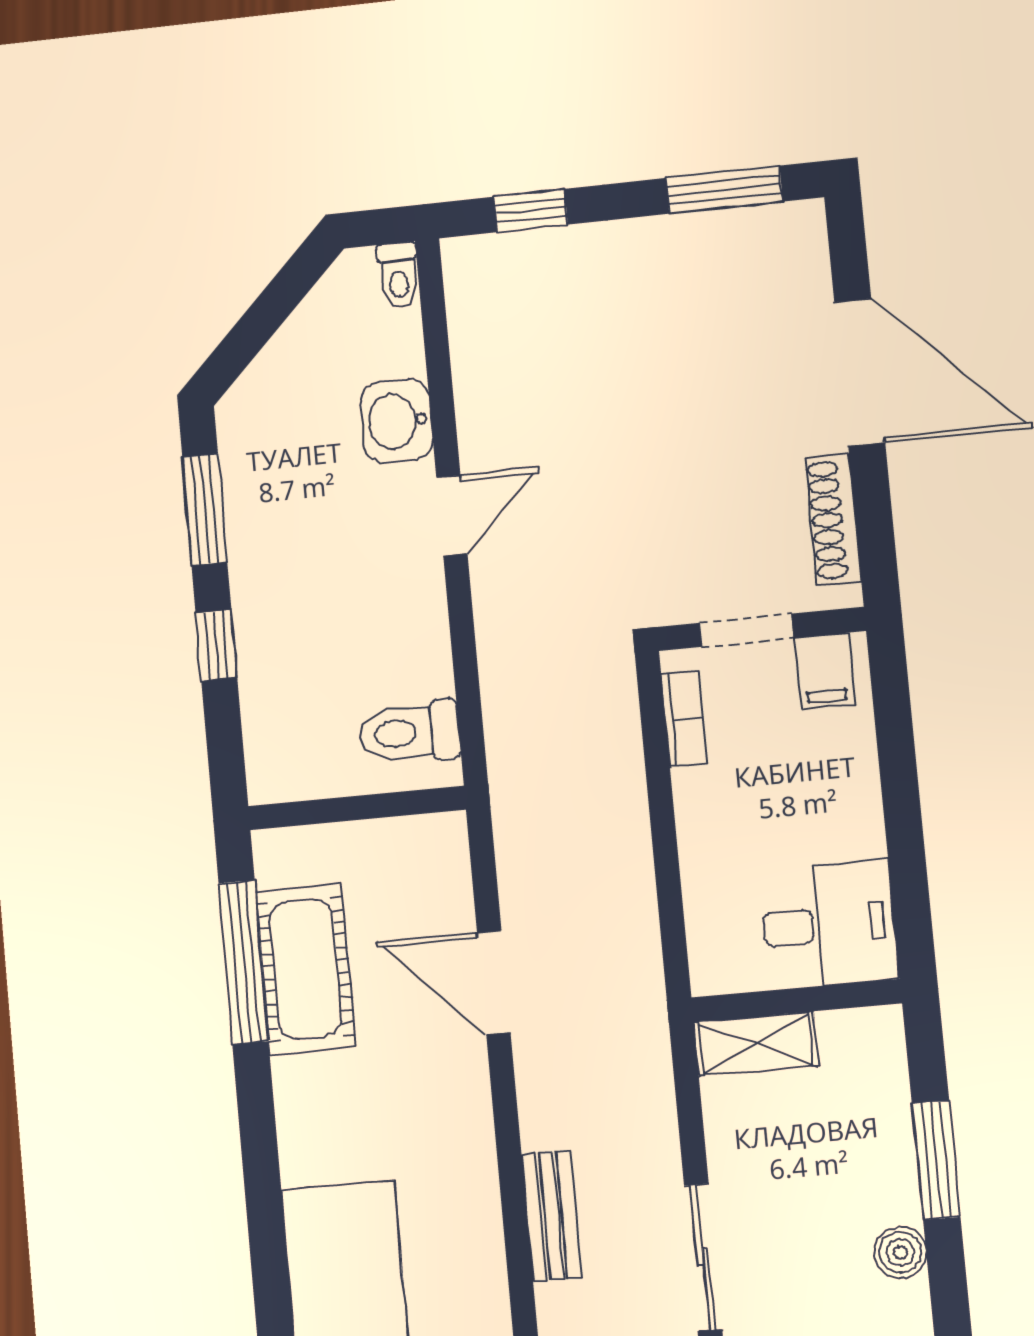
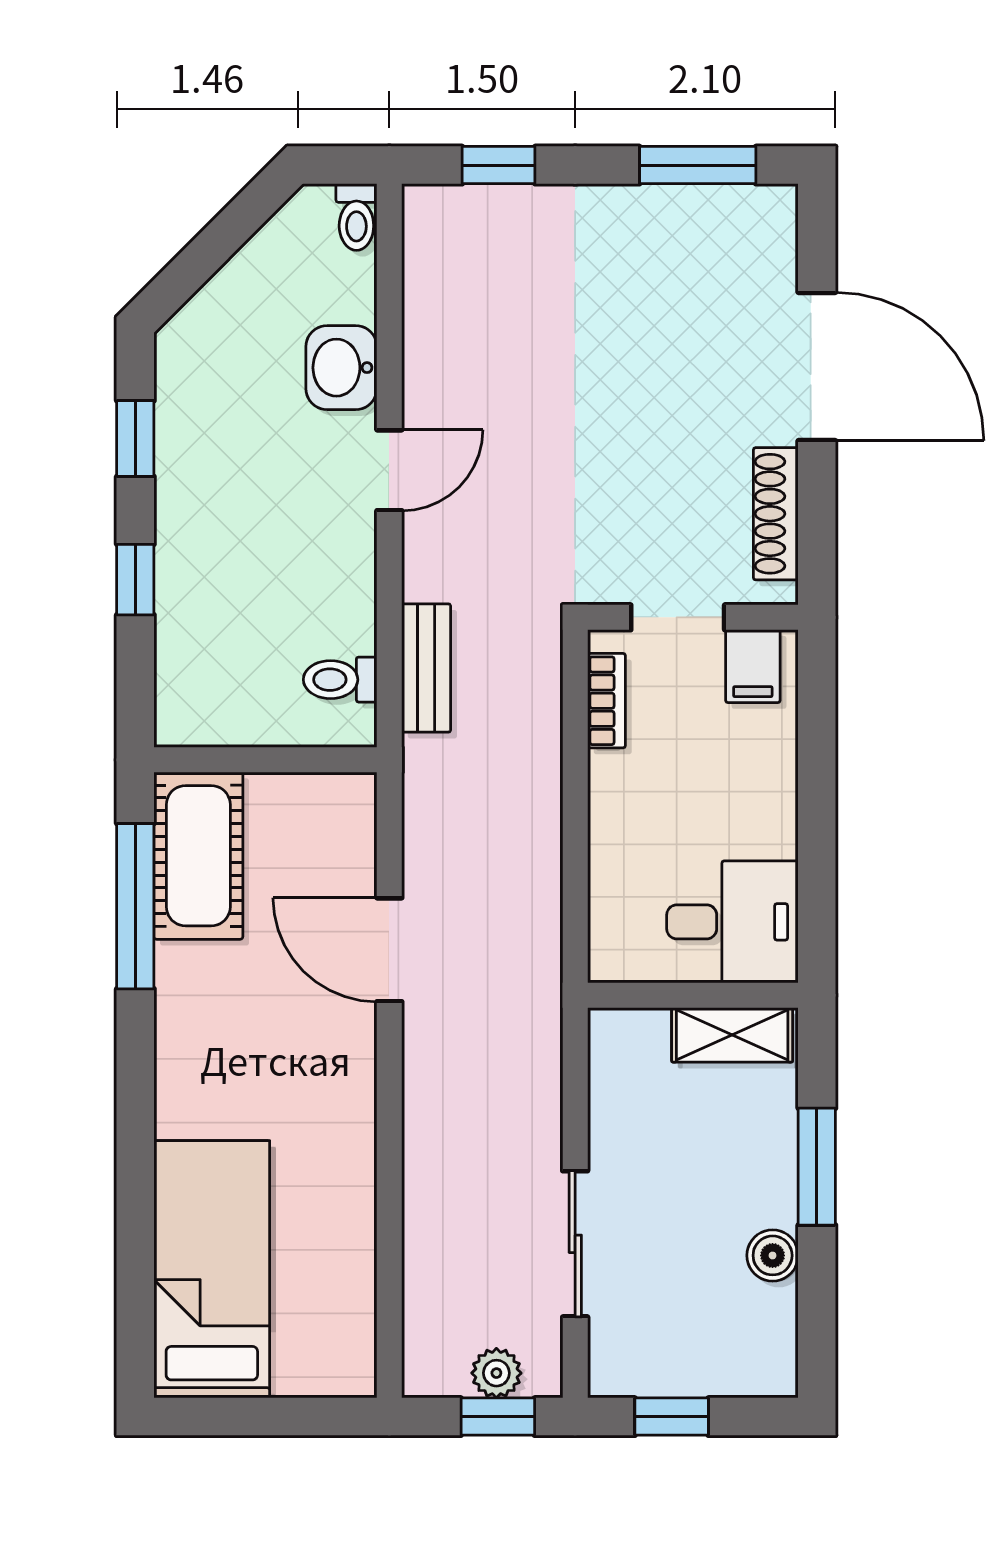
window: (205, 510) -> (135, 439), width x0.67
toilet: (409, 732) -> (340, 680), width x0.73, depth x0.72
cot: (305, 969) -> (198, 856), moved
shelving: (756, 1044) -> (732, 1035), moved
bench: (551, 1216) -> (426, 668), moved

